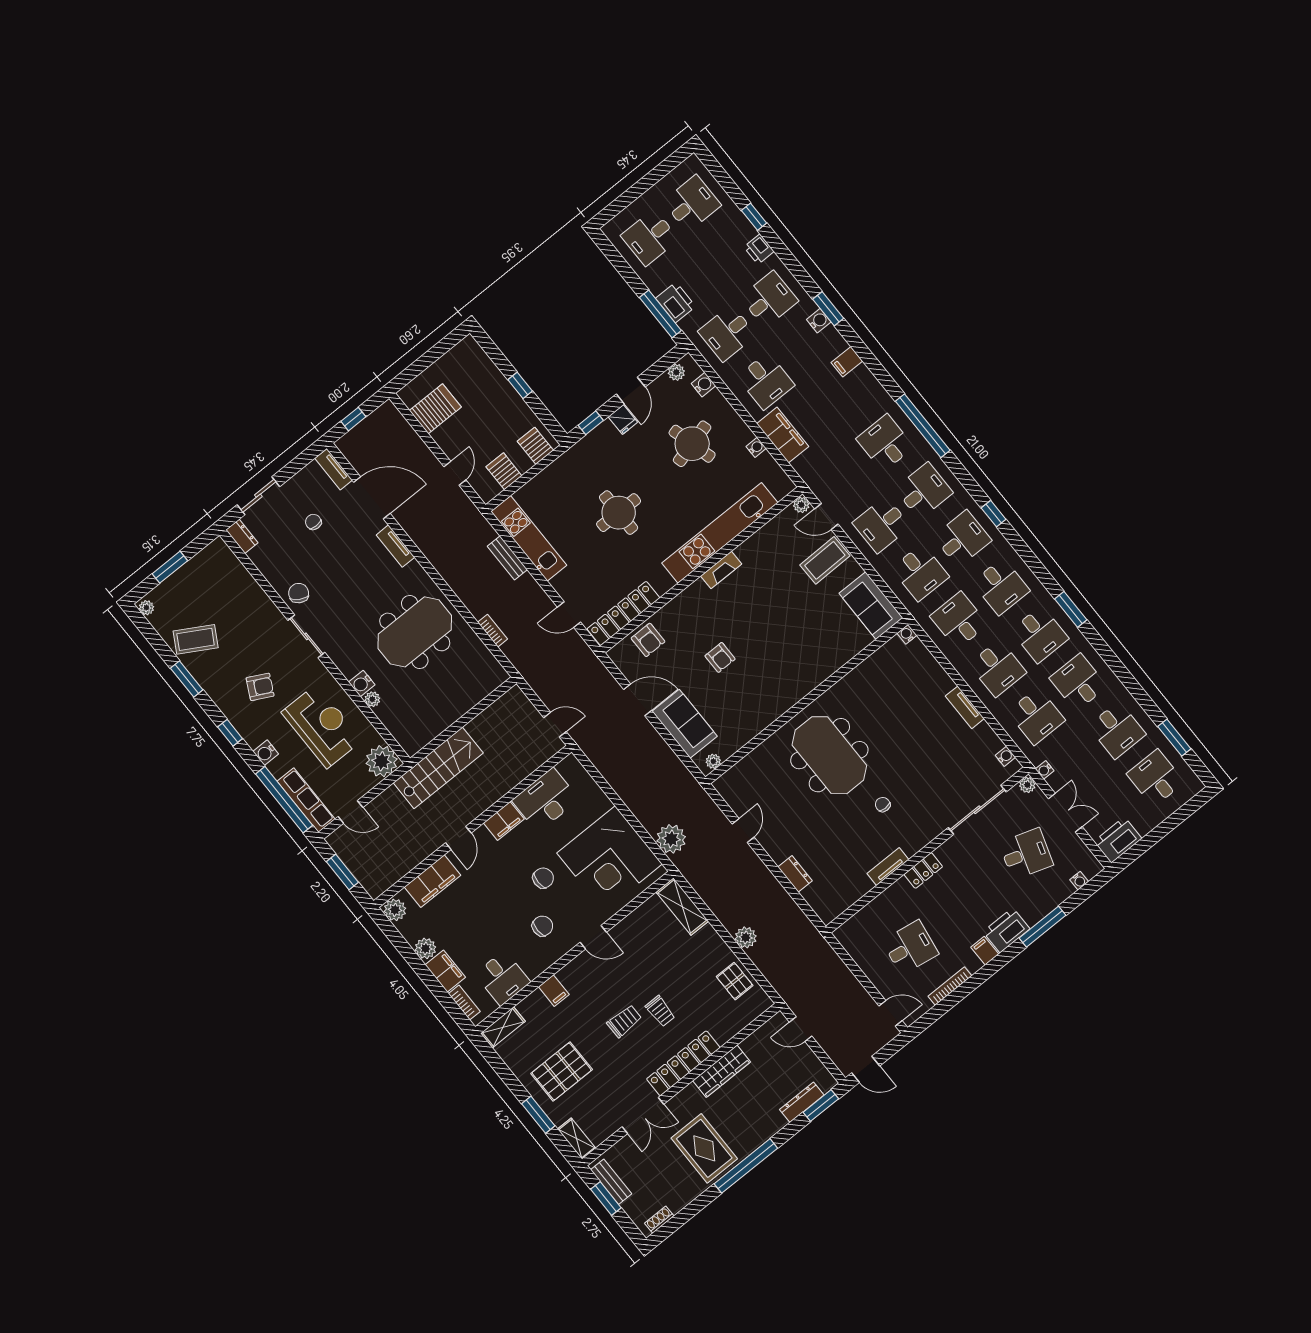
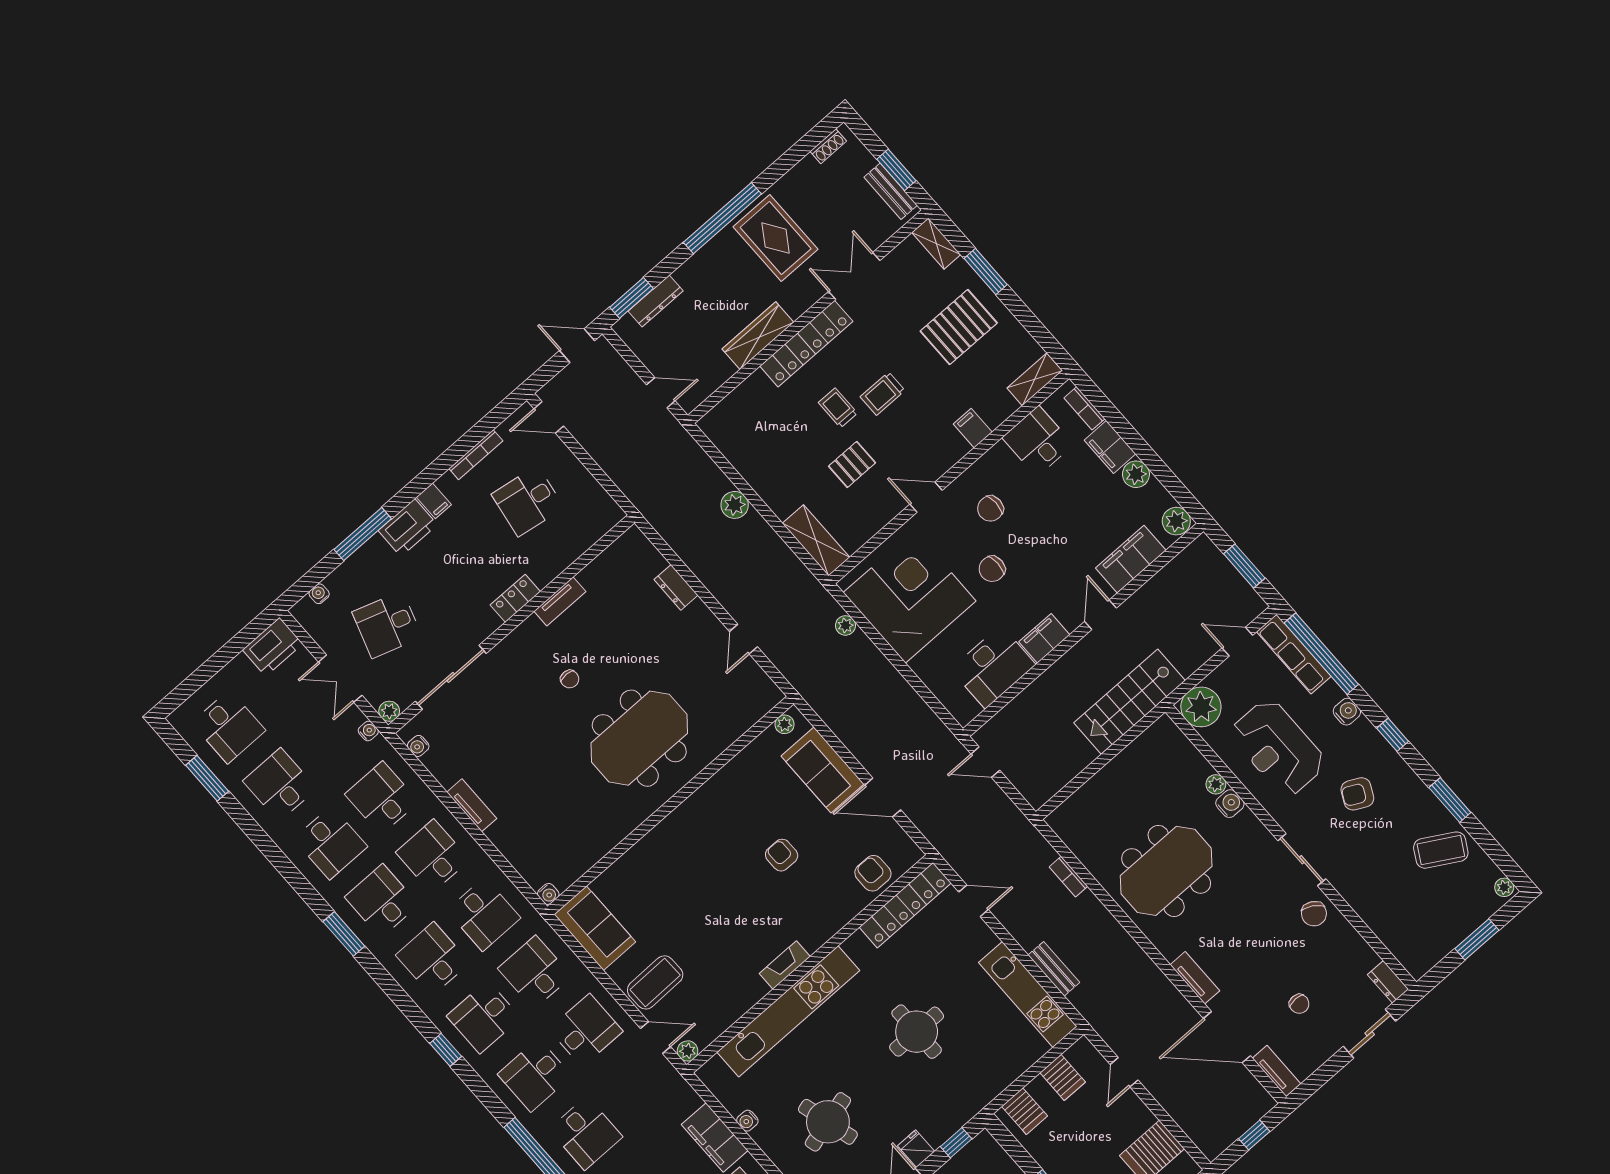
meeting table: (829, 755) -> (639, 738), turned 90
plant: (671, 839) -> (845, 625), width x0.53, depth x0.53
pallet: (735, 981) -> (852, 464), moved, turned 90

